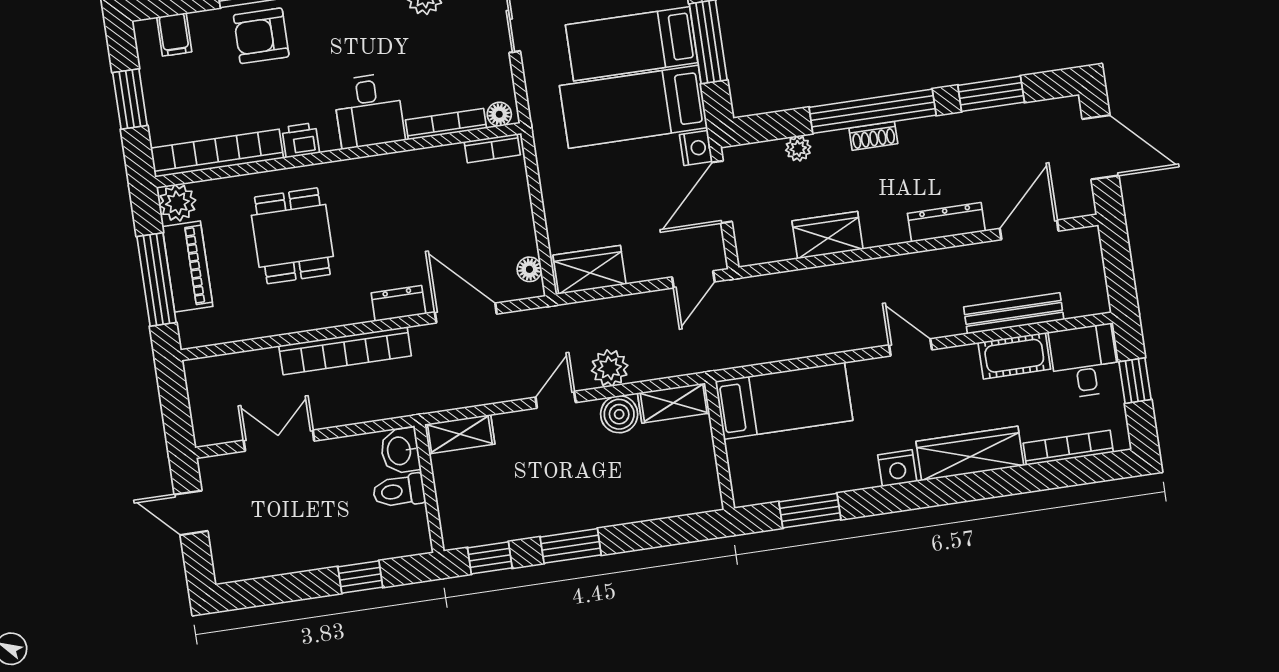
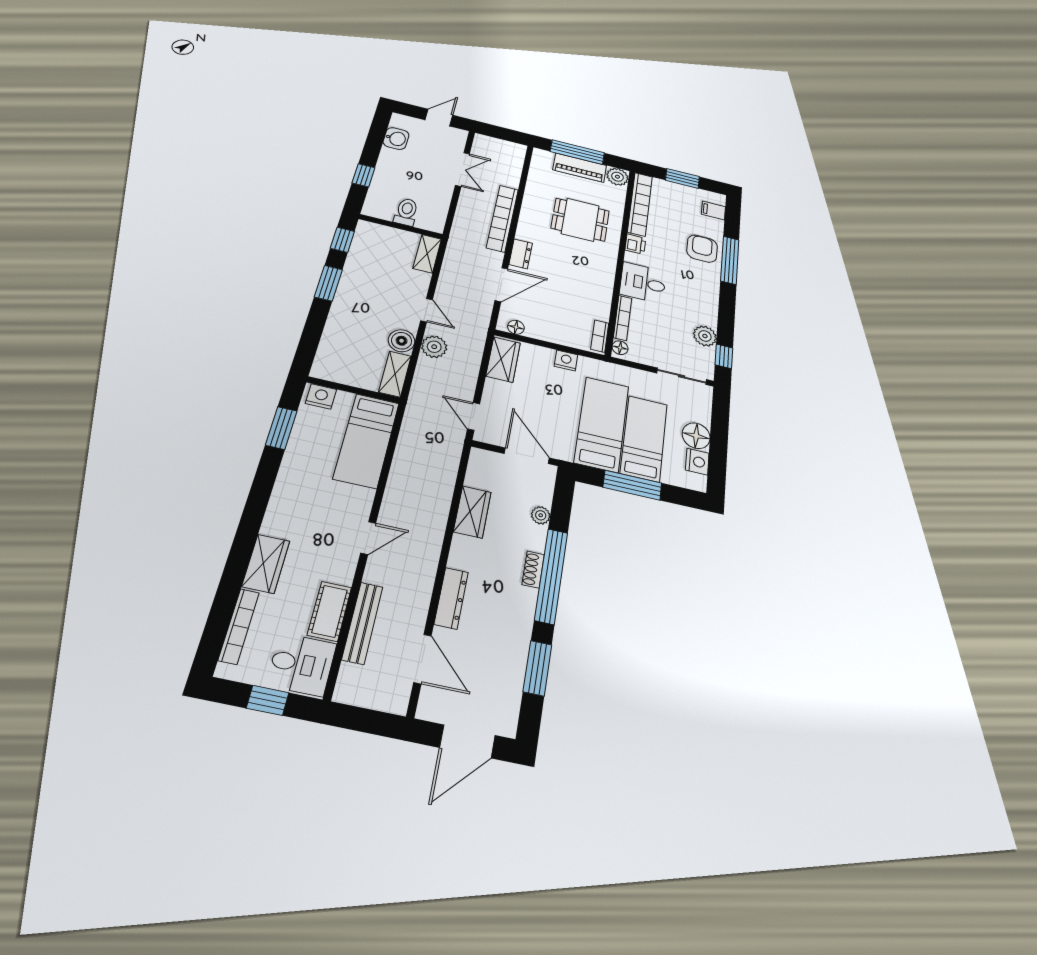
nightstand: (696, 148) -> (566, 360), moved, turned 180
washbasin: (400, 451) -> (396, 138), moved, turned 90
wardrobe: (970, 453) -> (266, 564), width x0.67
nightstand: (897, 468) -> (321, 396), moved, turned 90

